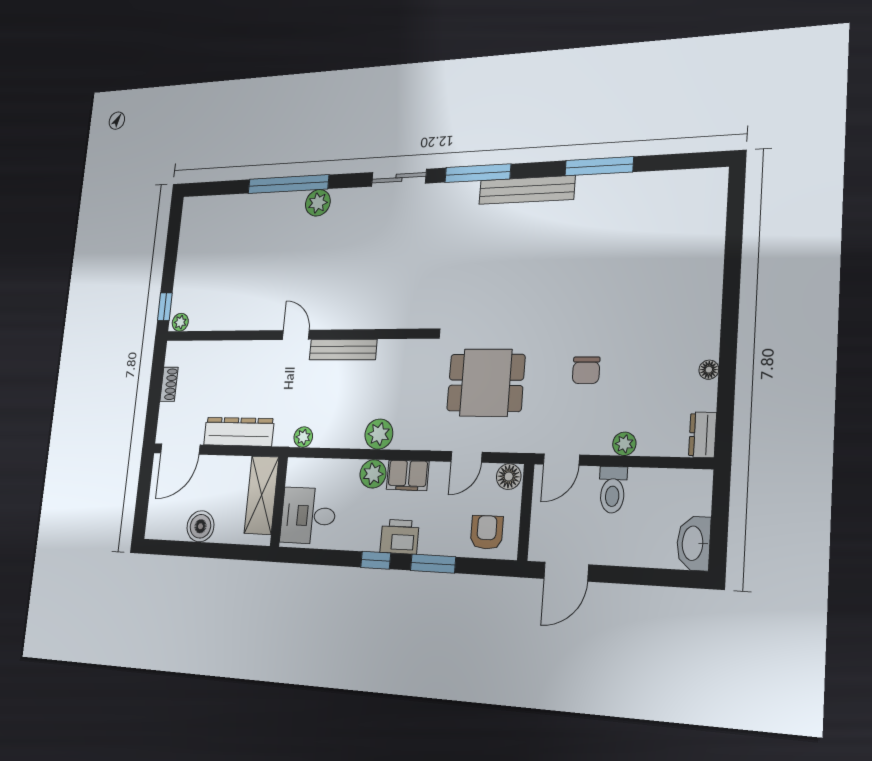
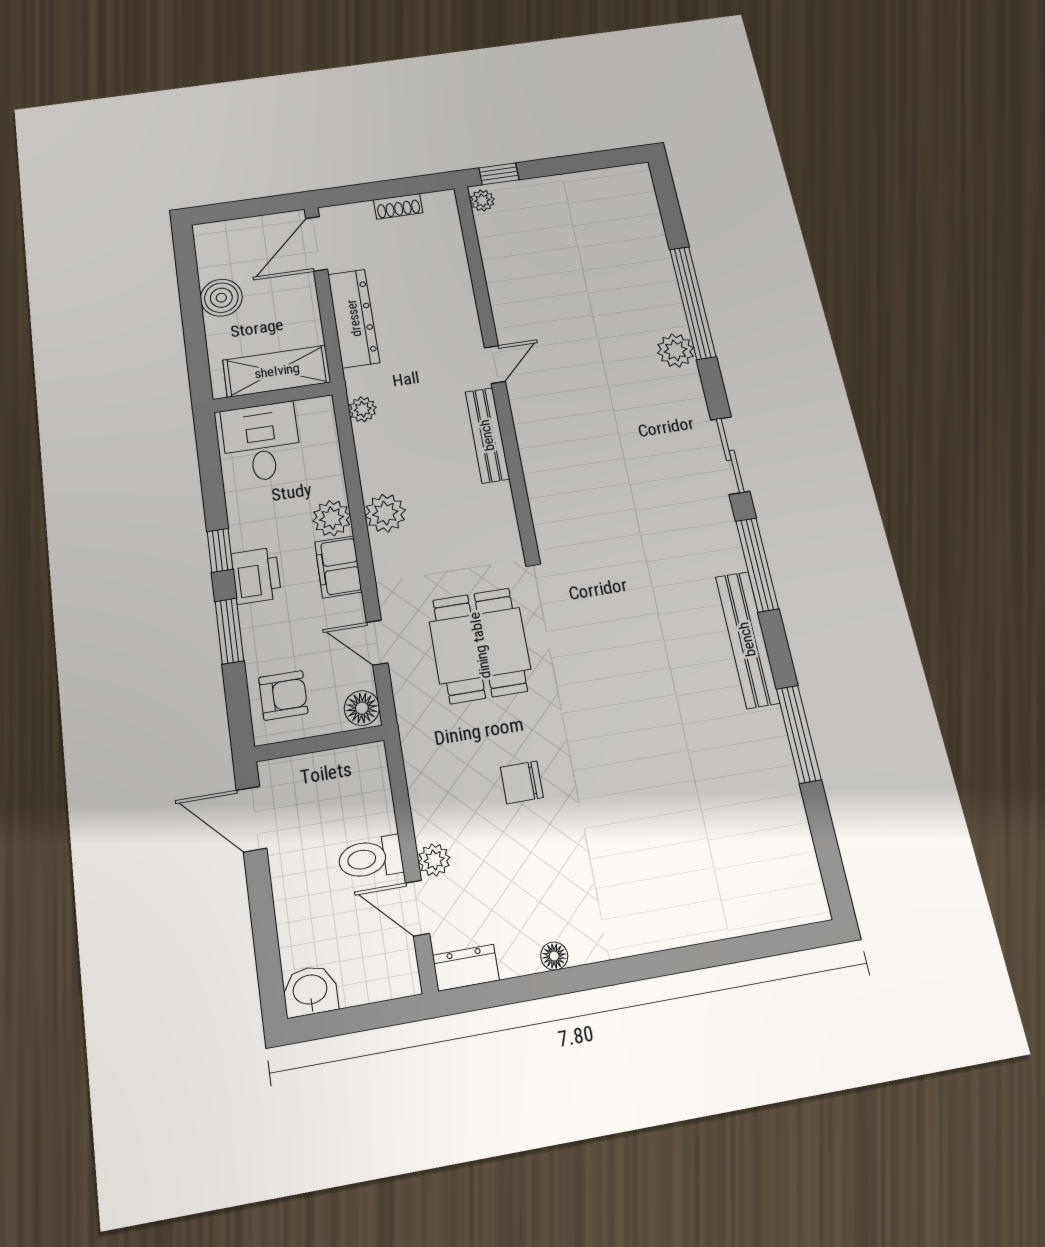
door: (180, 449) -> (316, 244), hinge flipped
door: (561, 460) -> (417, 908), moved
washbasin: (693, 543) -> (310, 991), width x0.72

